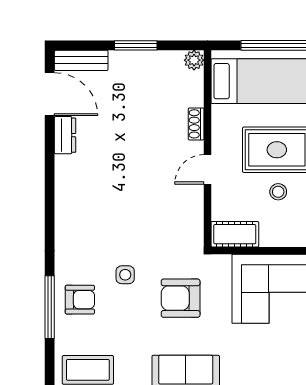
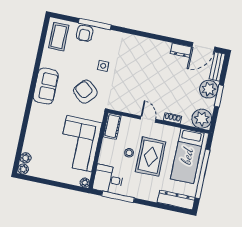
plant: (194, 60) -> (202, 119), width x1.87, depth x1.87
plant: (127, 68) -> (209, 89), added
armchair: (181, 298) -> (85, 92), turned -49
armchair: (80, 300) -> (85, 33), moved

